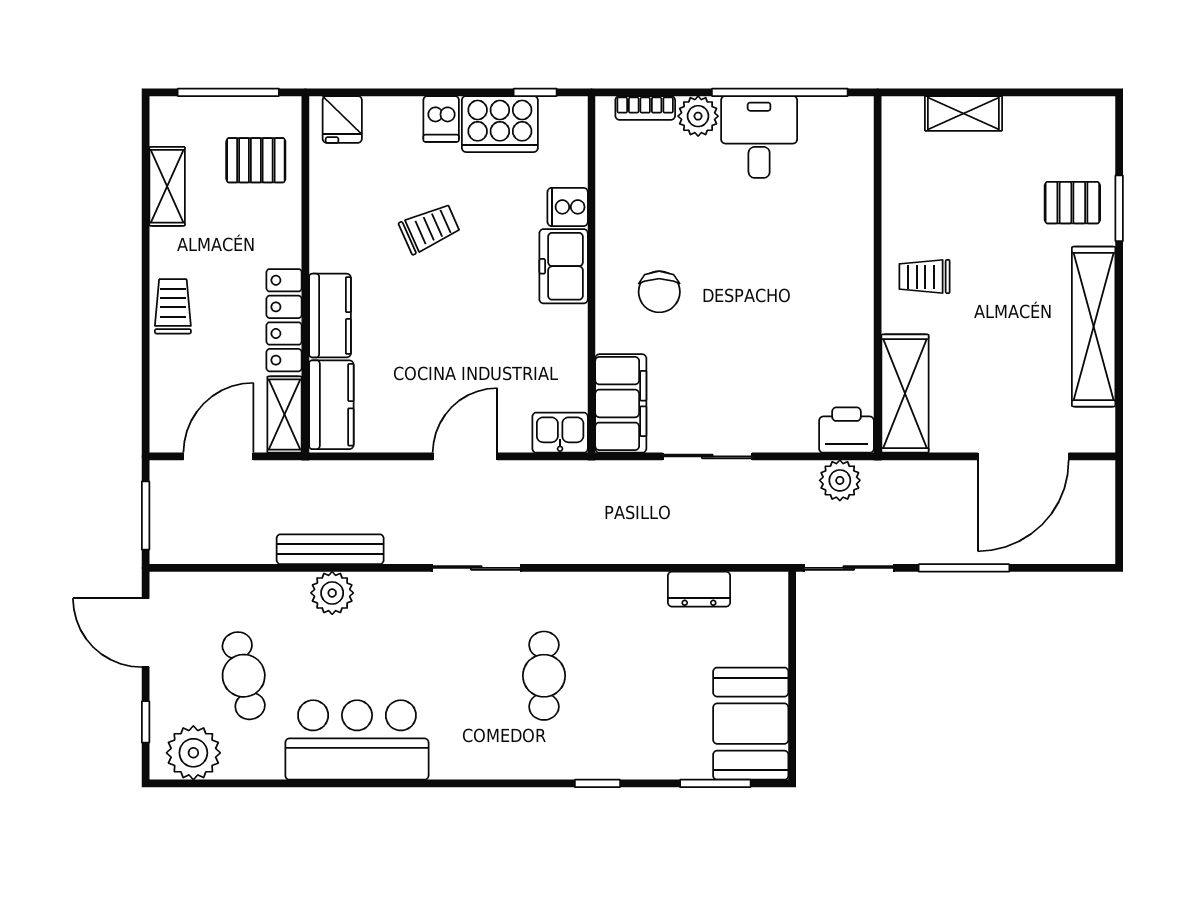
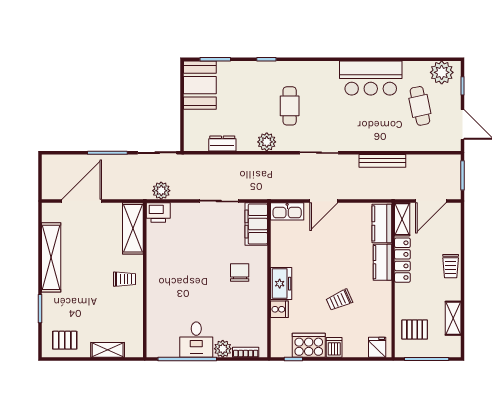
pallet: (1072, 203) -> (65, 340), moved
kitchen sink: (560, 433) -> (287, 211), width x1.38
plant: (332, 593) -> (267, 142), moved

